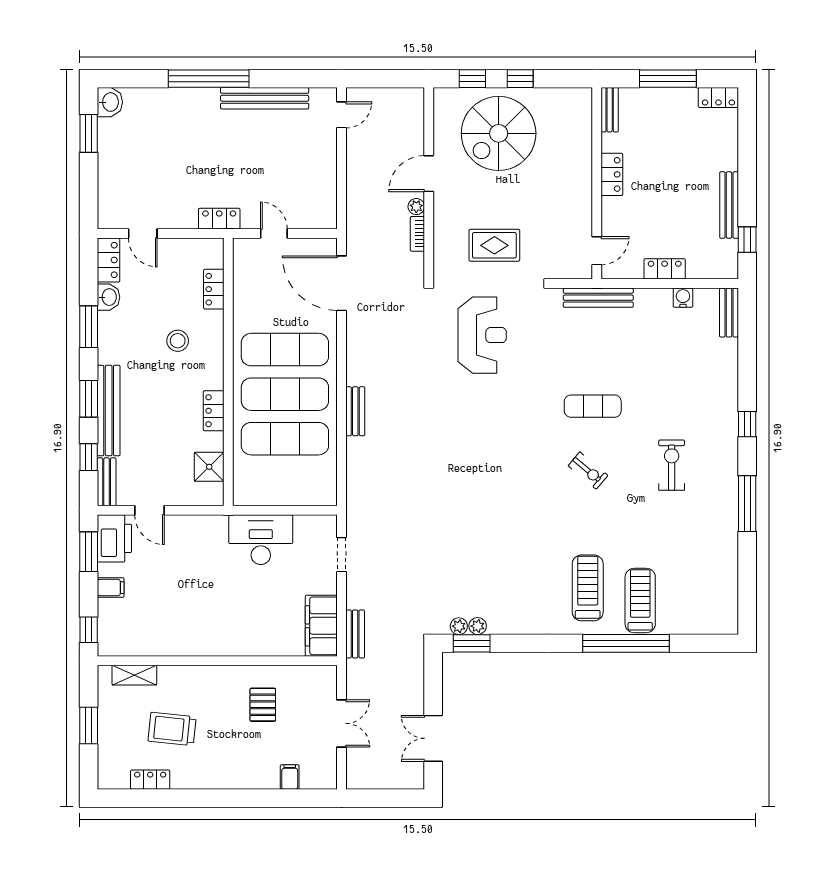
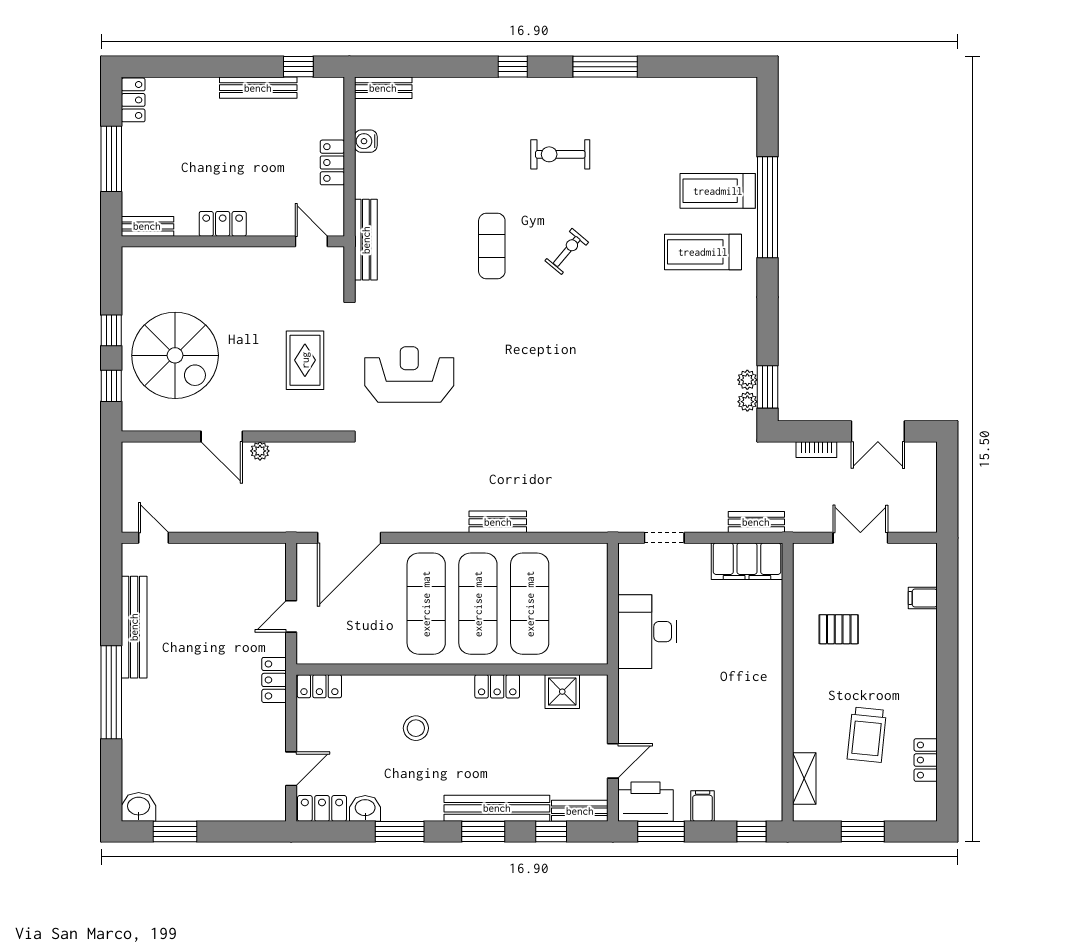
bookcase: (417, 234) -> (816, 450), moved
locker: (214, 289) -> (319, 686), moved

